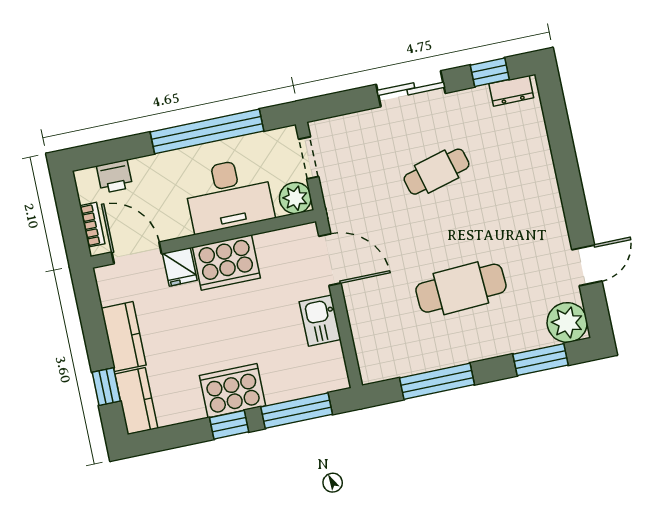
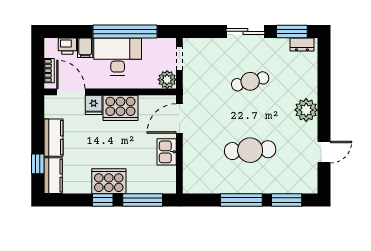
window: (490, 72) -> (292, 31), width x1.50
filing cabinet: (145, 173) -> (85, 48), added
desk: (229, 195) -> (118, 57), moved, turned 180
door: (330, 260) -> (179, 119), swing flipped
plant: (567, 322) -> (306, 110), moved
window: (437, 381) -> (241, 200), moved

